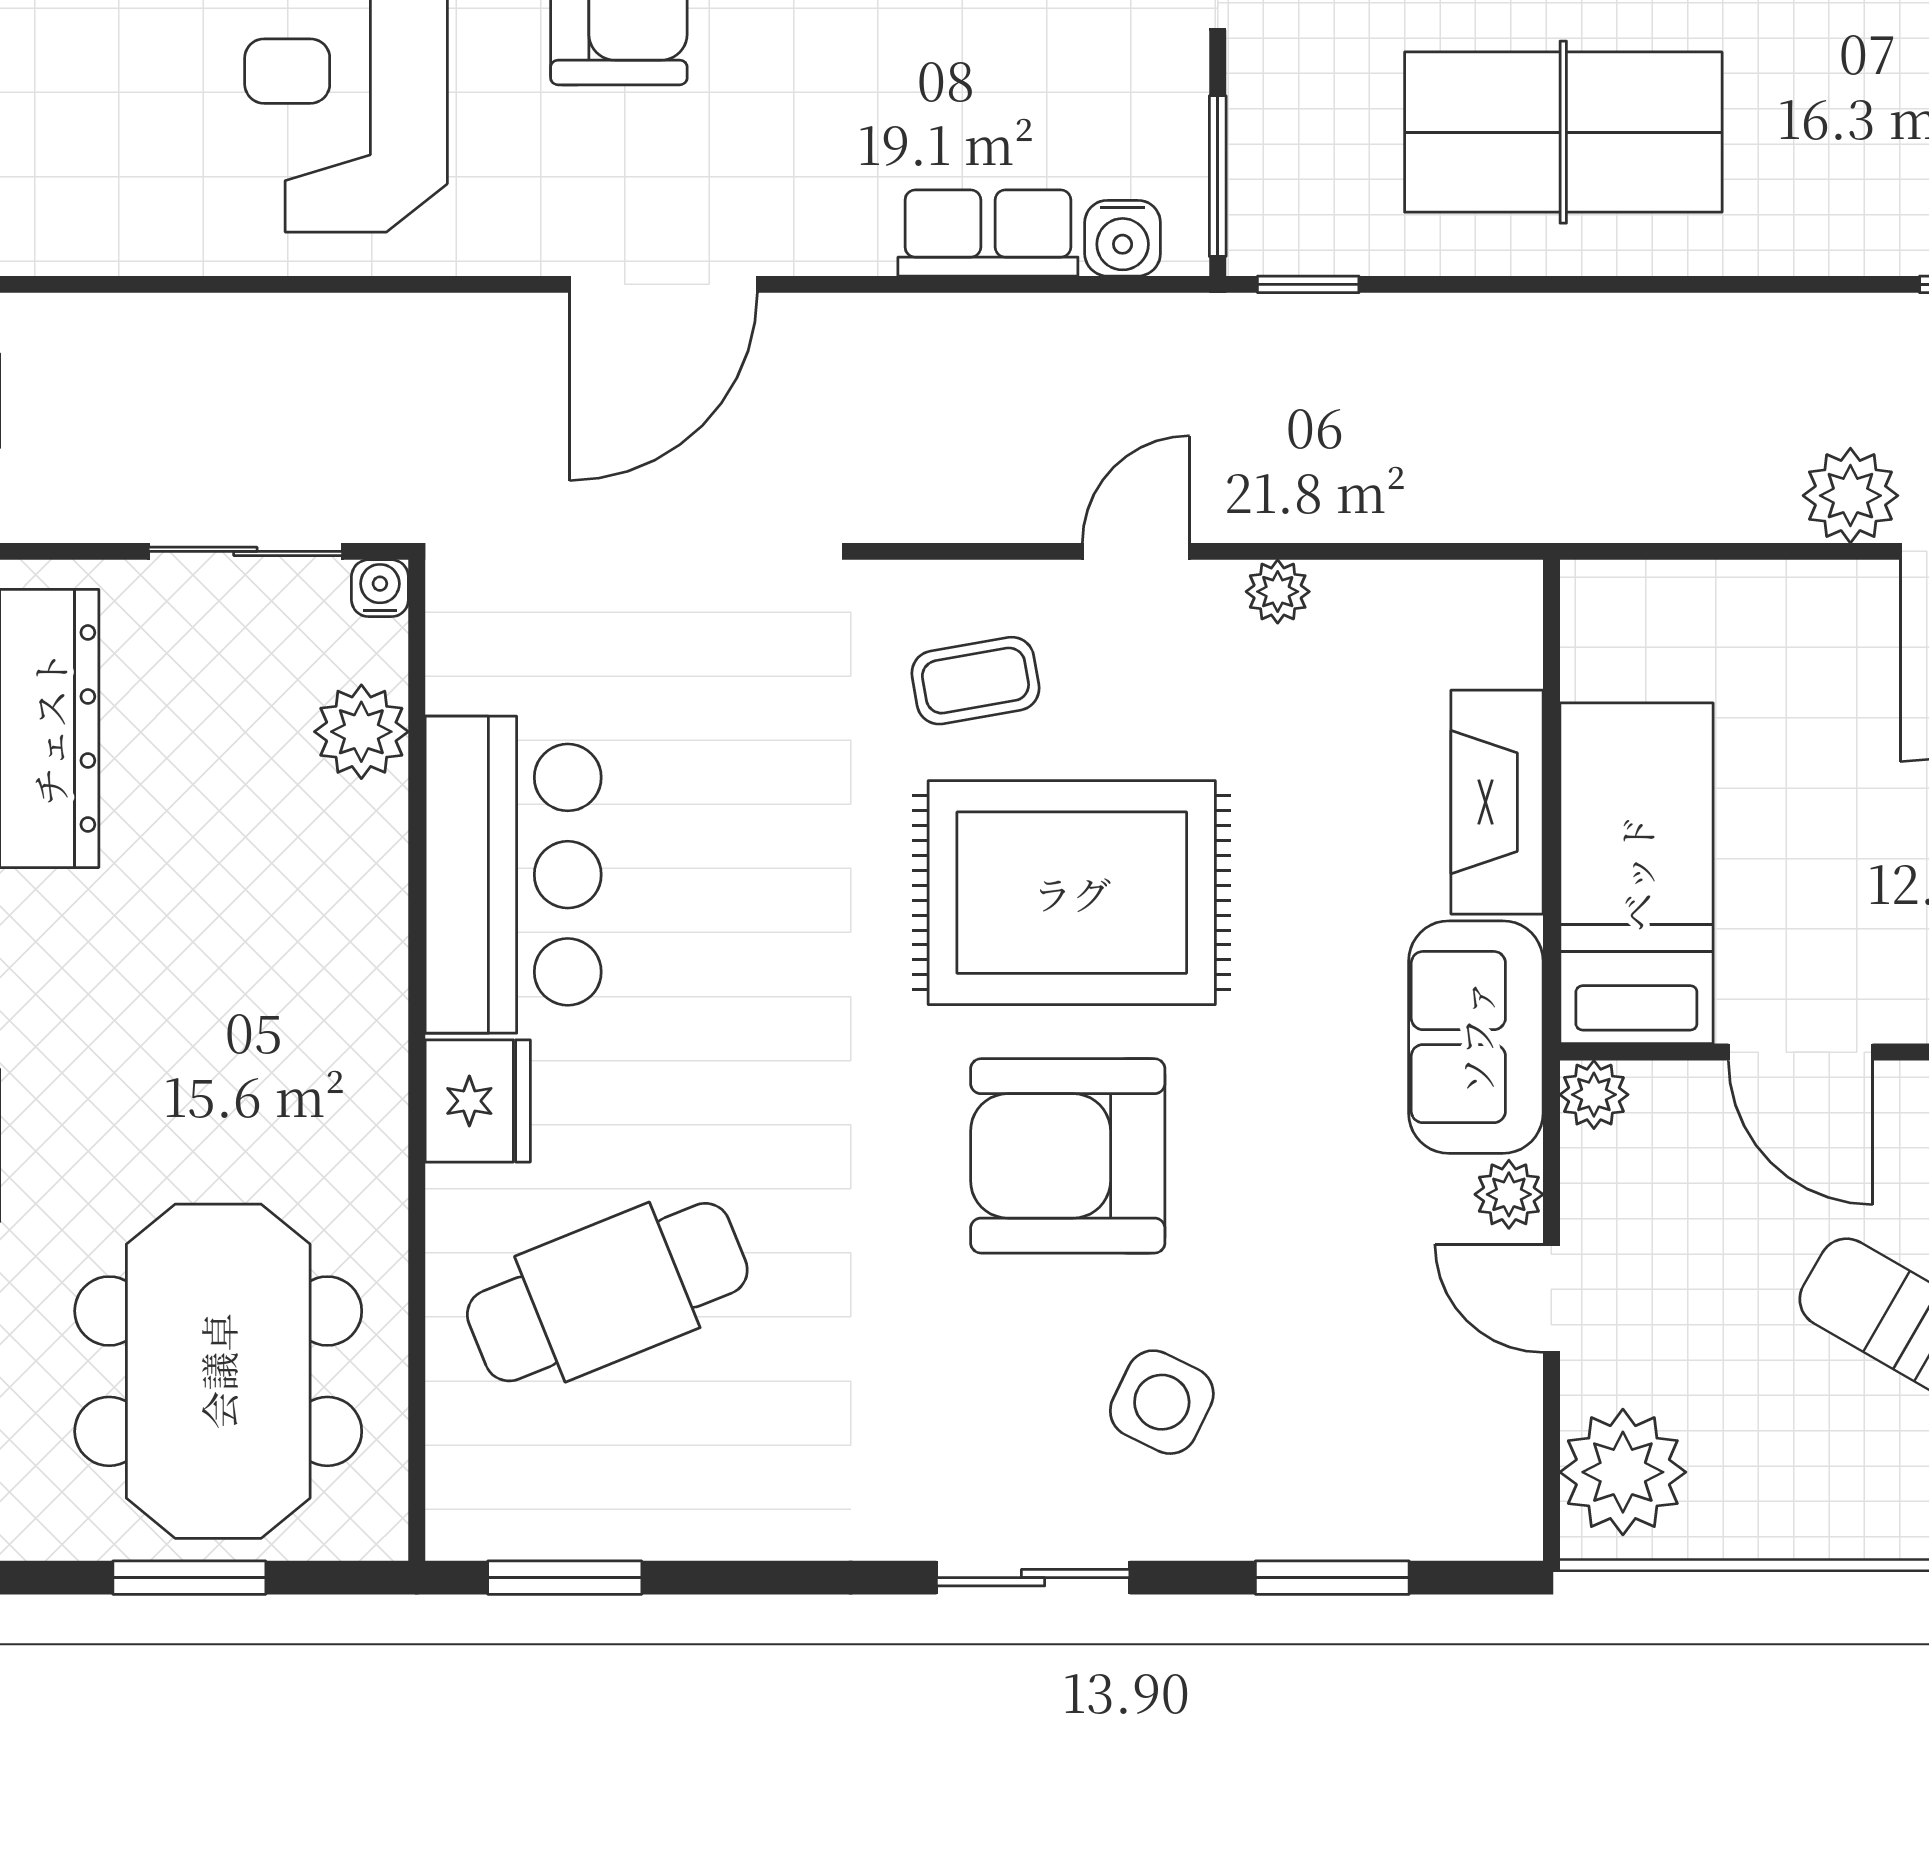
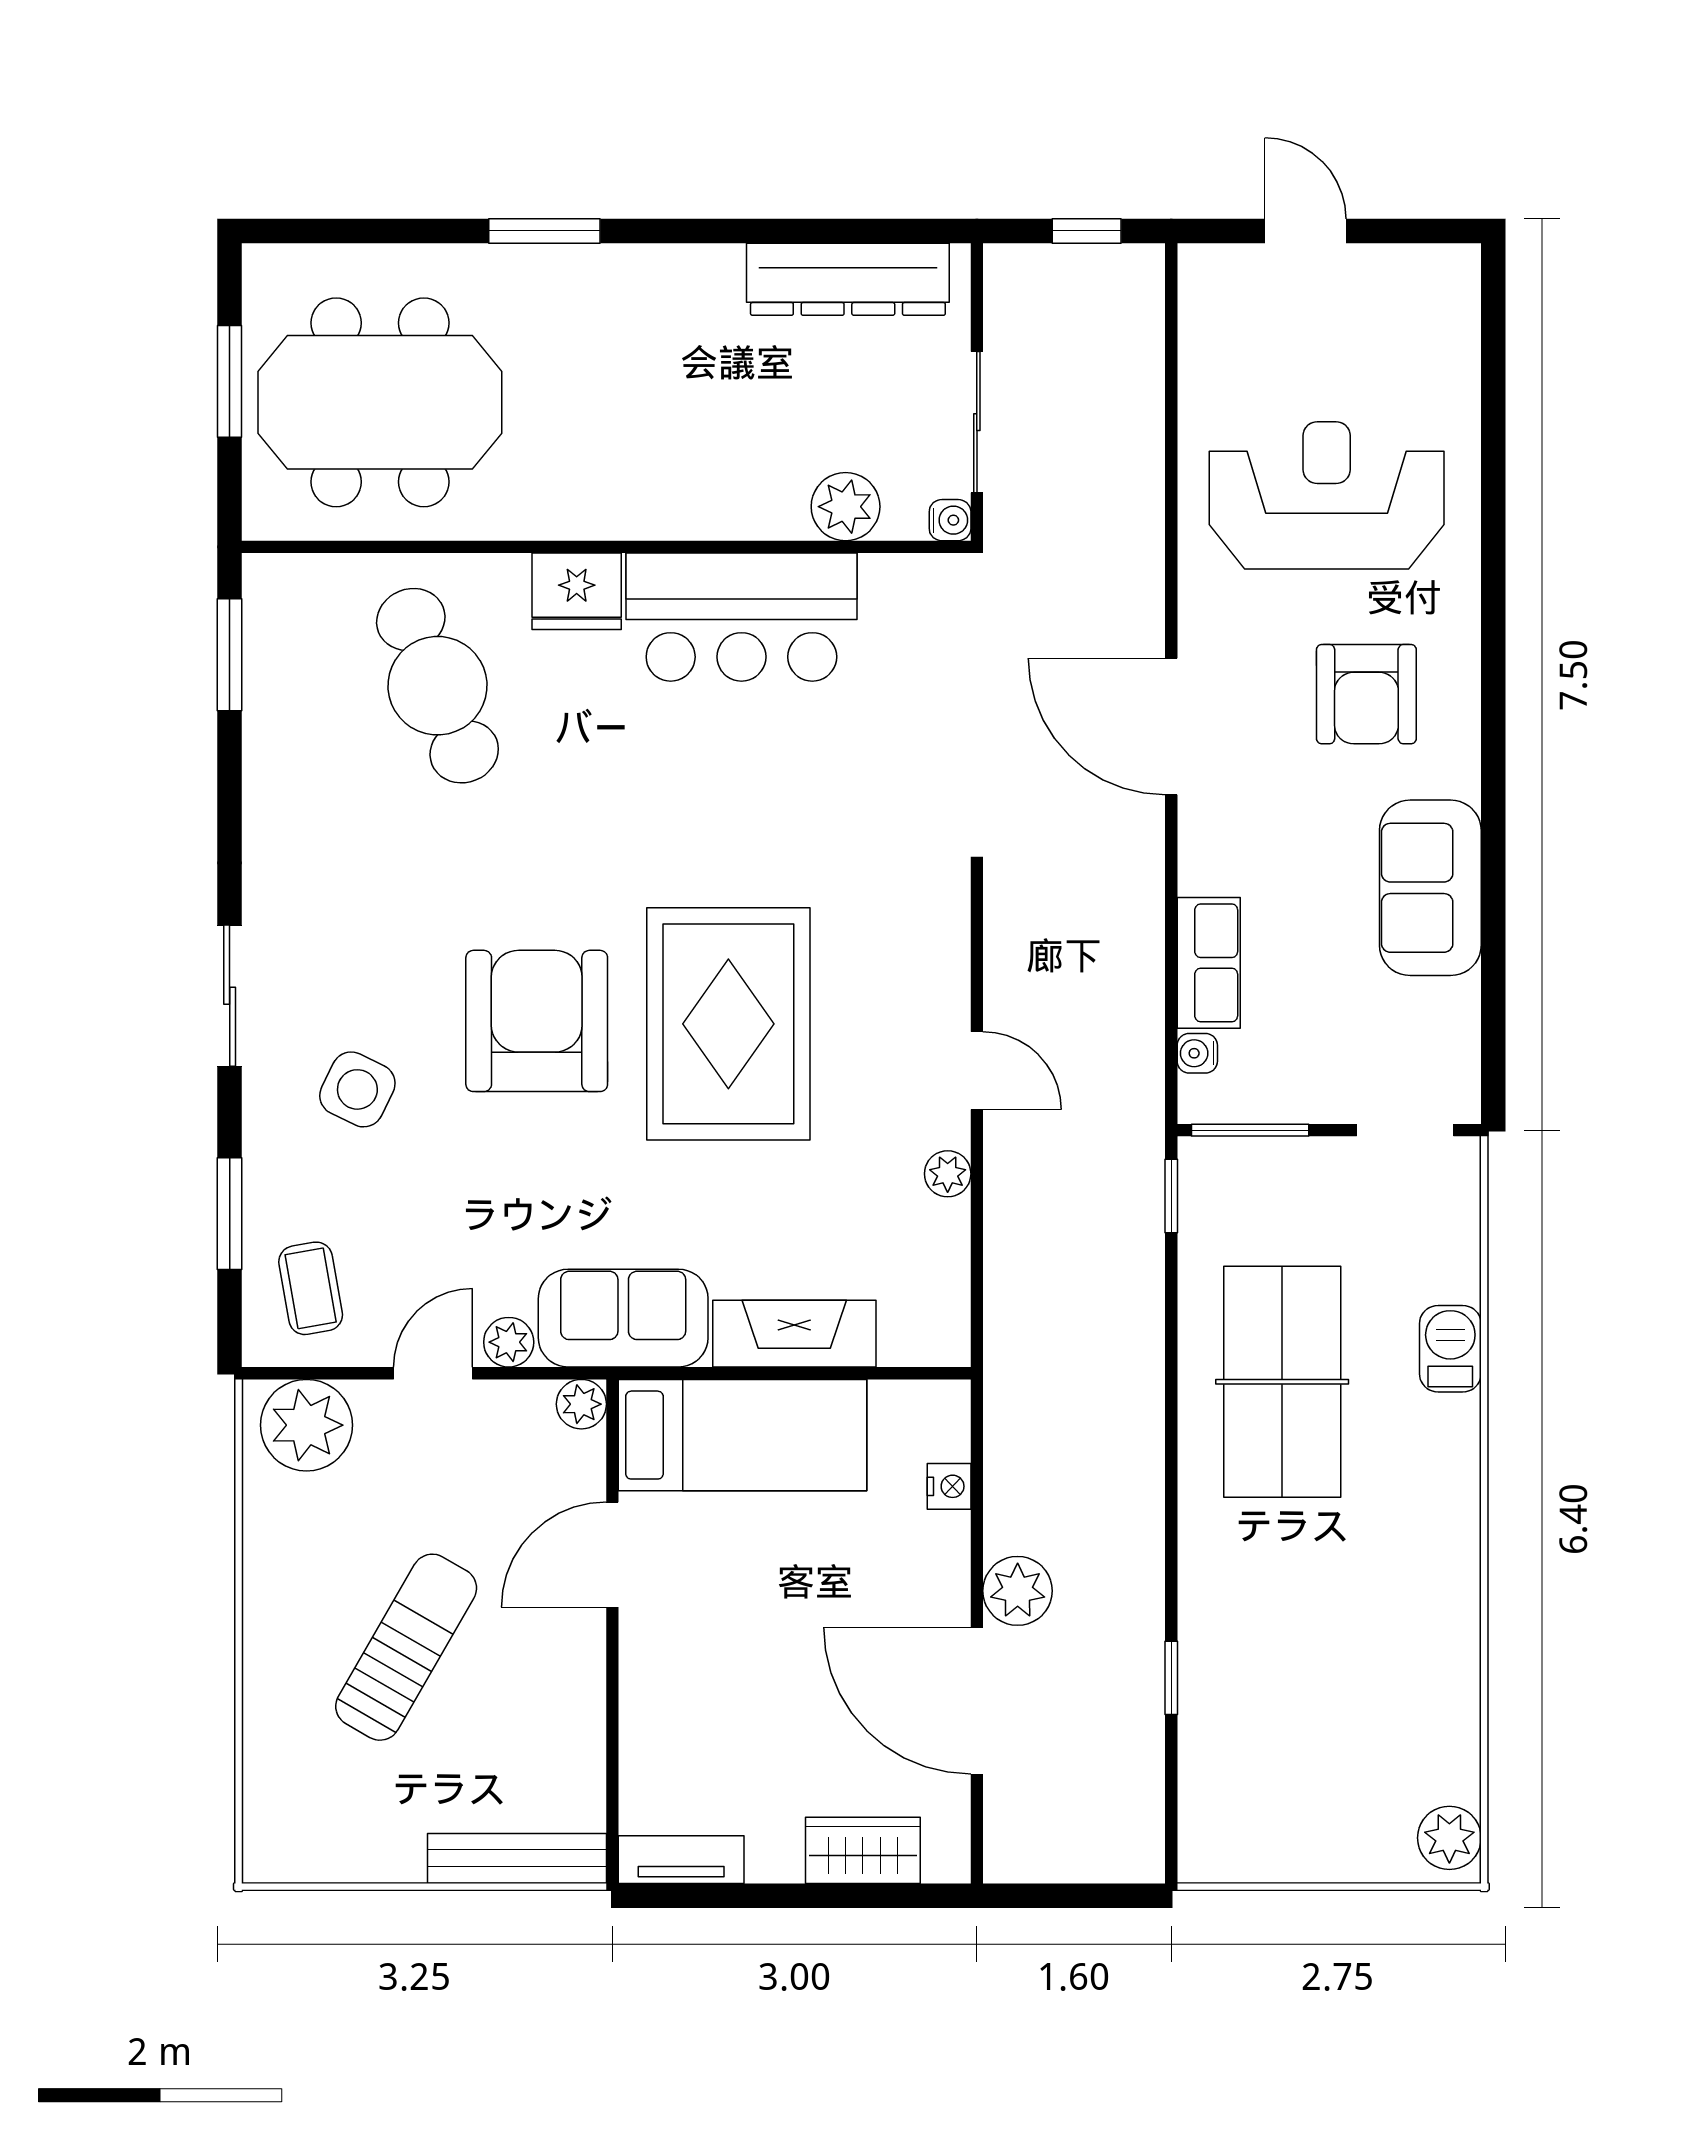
water cooler: (1123, 238) -> (1197, 1053), width x0.72, depth x0.72
nightstand: (1707, 590) -> (949, 1486), added
coffee table: (975, 681) -> (311, 1288), moved

